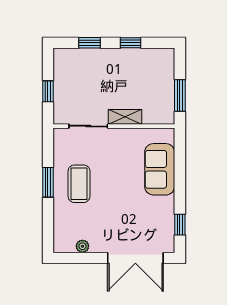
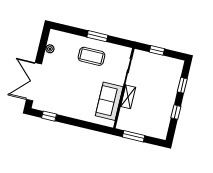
sofa: (160, 169) -> (109, 101), moved, turned -90

